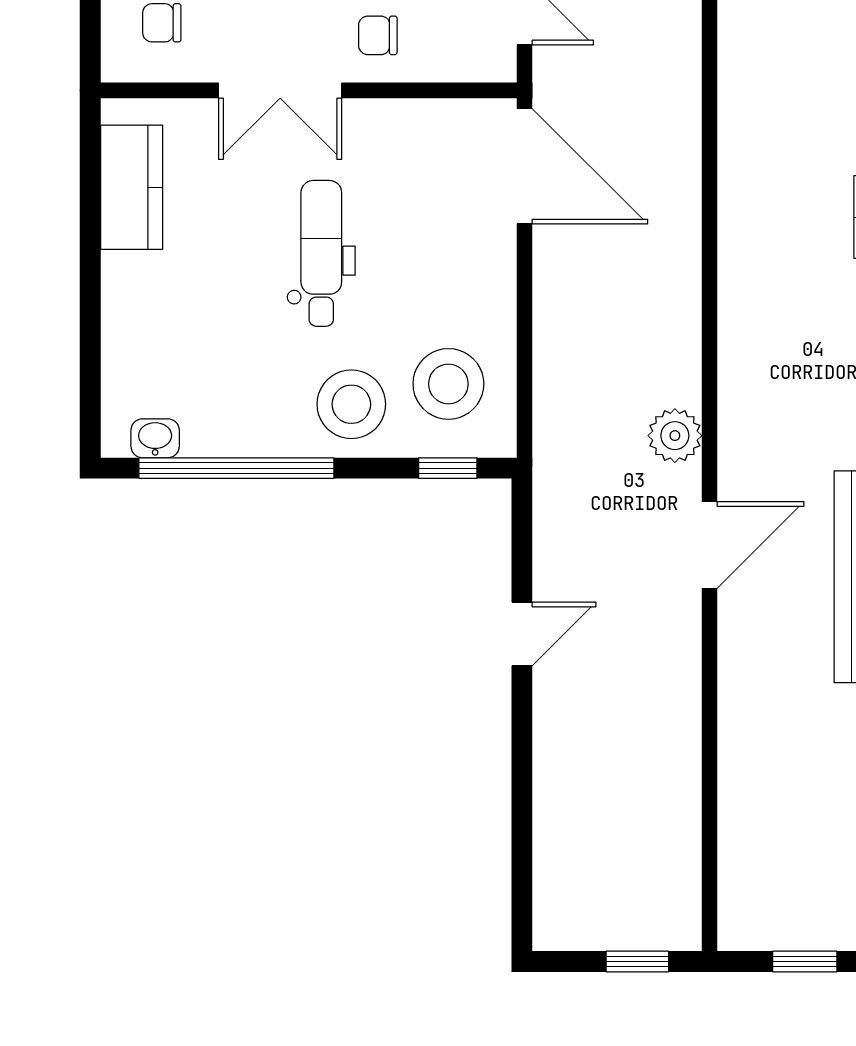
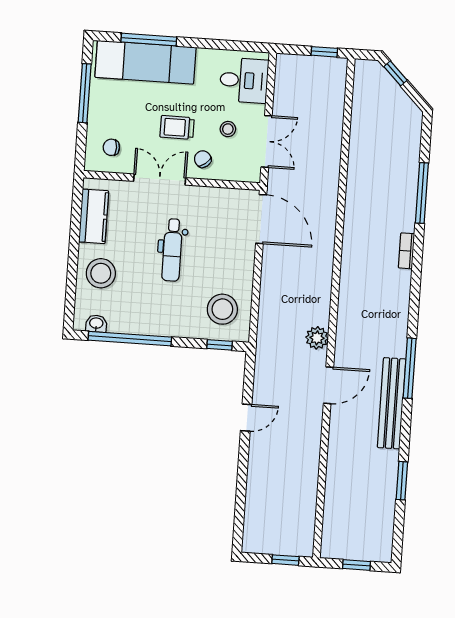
chair: (378, 35) -> (203, 159), turned 51
double door: (280, 90) -> (160, 180), swing flipped
dental chair: (321, 253) -> (172, 250), turned 180
stool: (351, 404) -> (101, 273), moved

